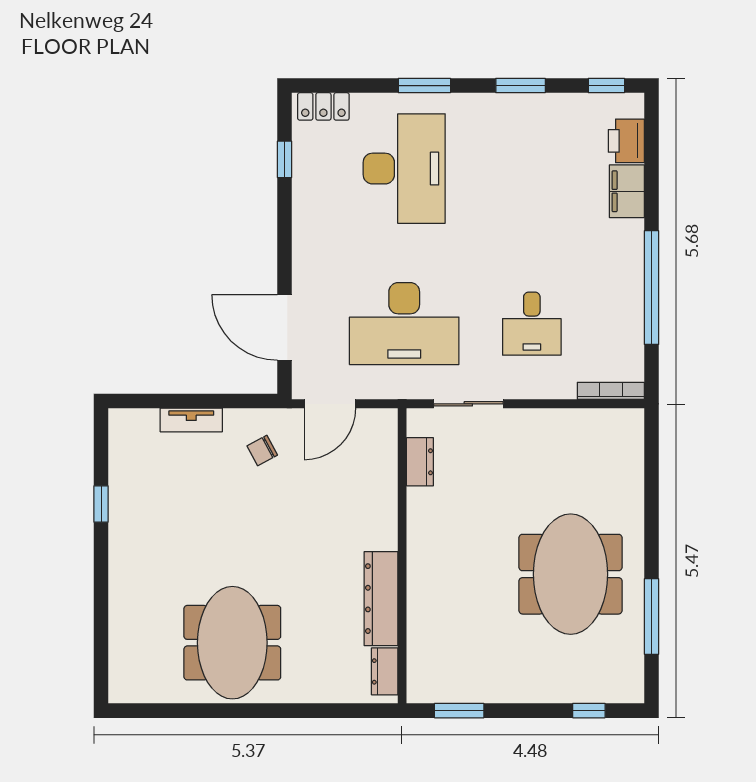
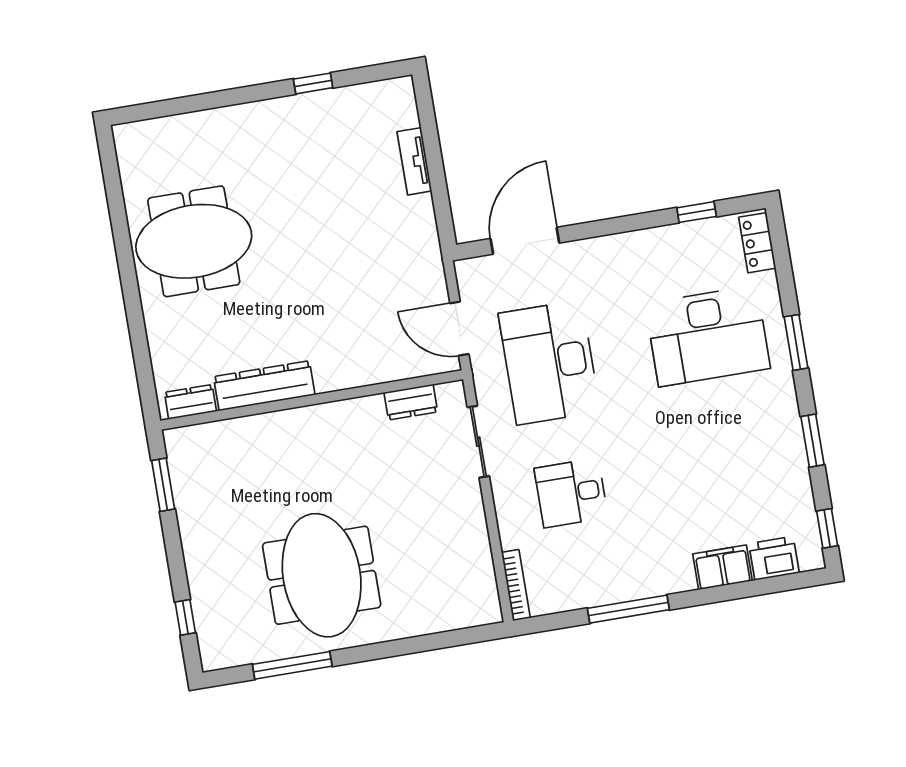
window: (652, 288) -> (628, 609), width x0.68
door: (330, 404) -> (459, 329), moved
chair: (262, 450) -> (395, 239), removed
meeting table: (571, 574) -> (322, 575), turned 90

